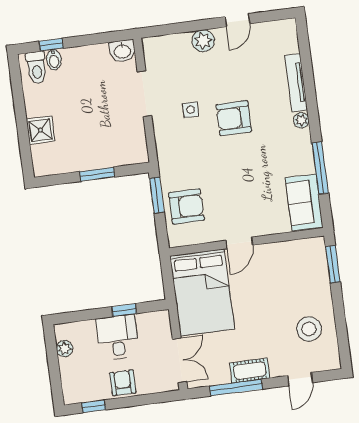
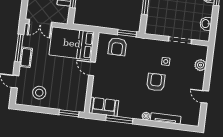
plant: (203, 41) -> (200, 65), moved
washbasin: (122, 51) -> (206, 24), moved

